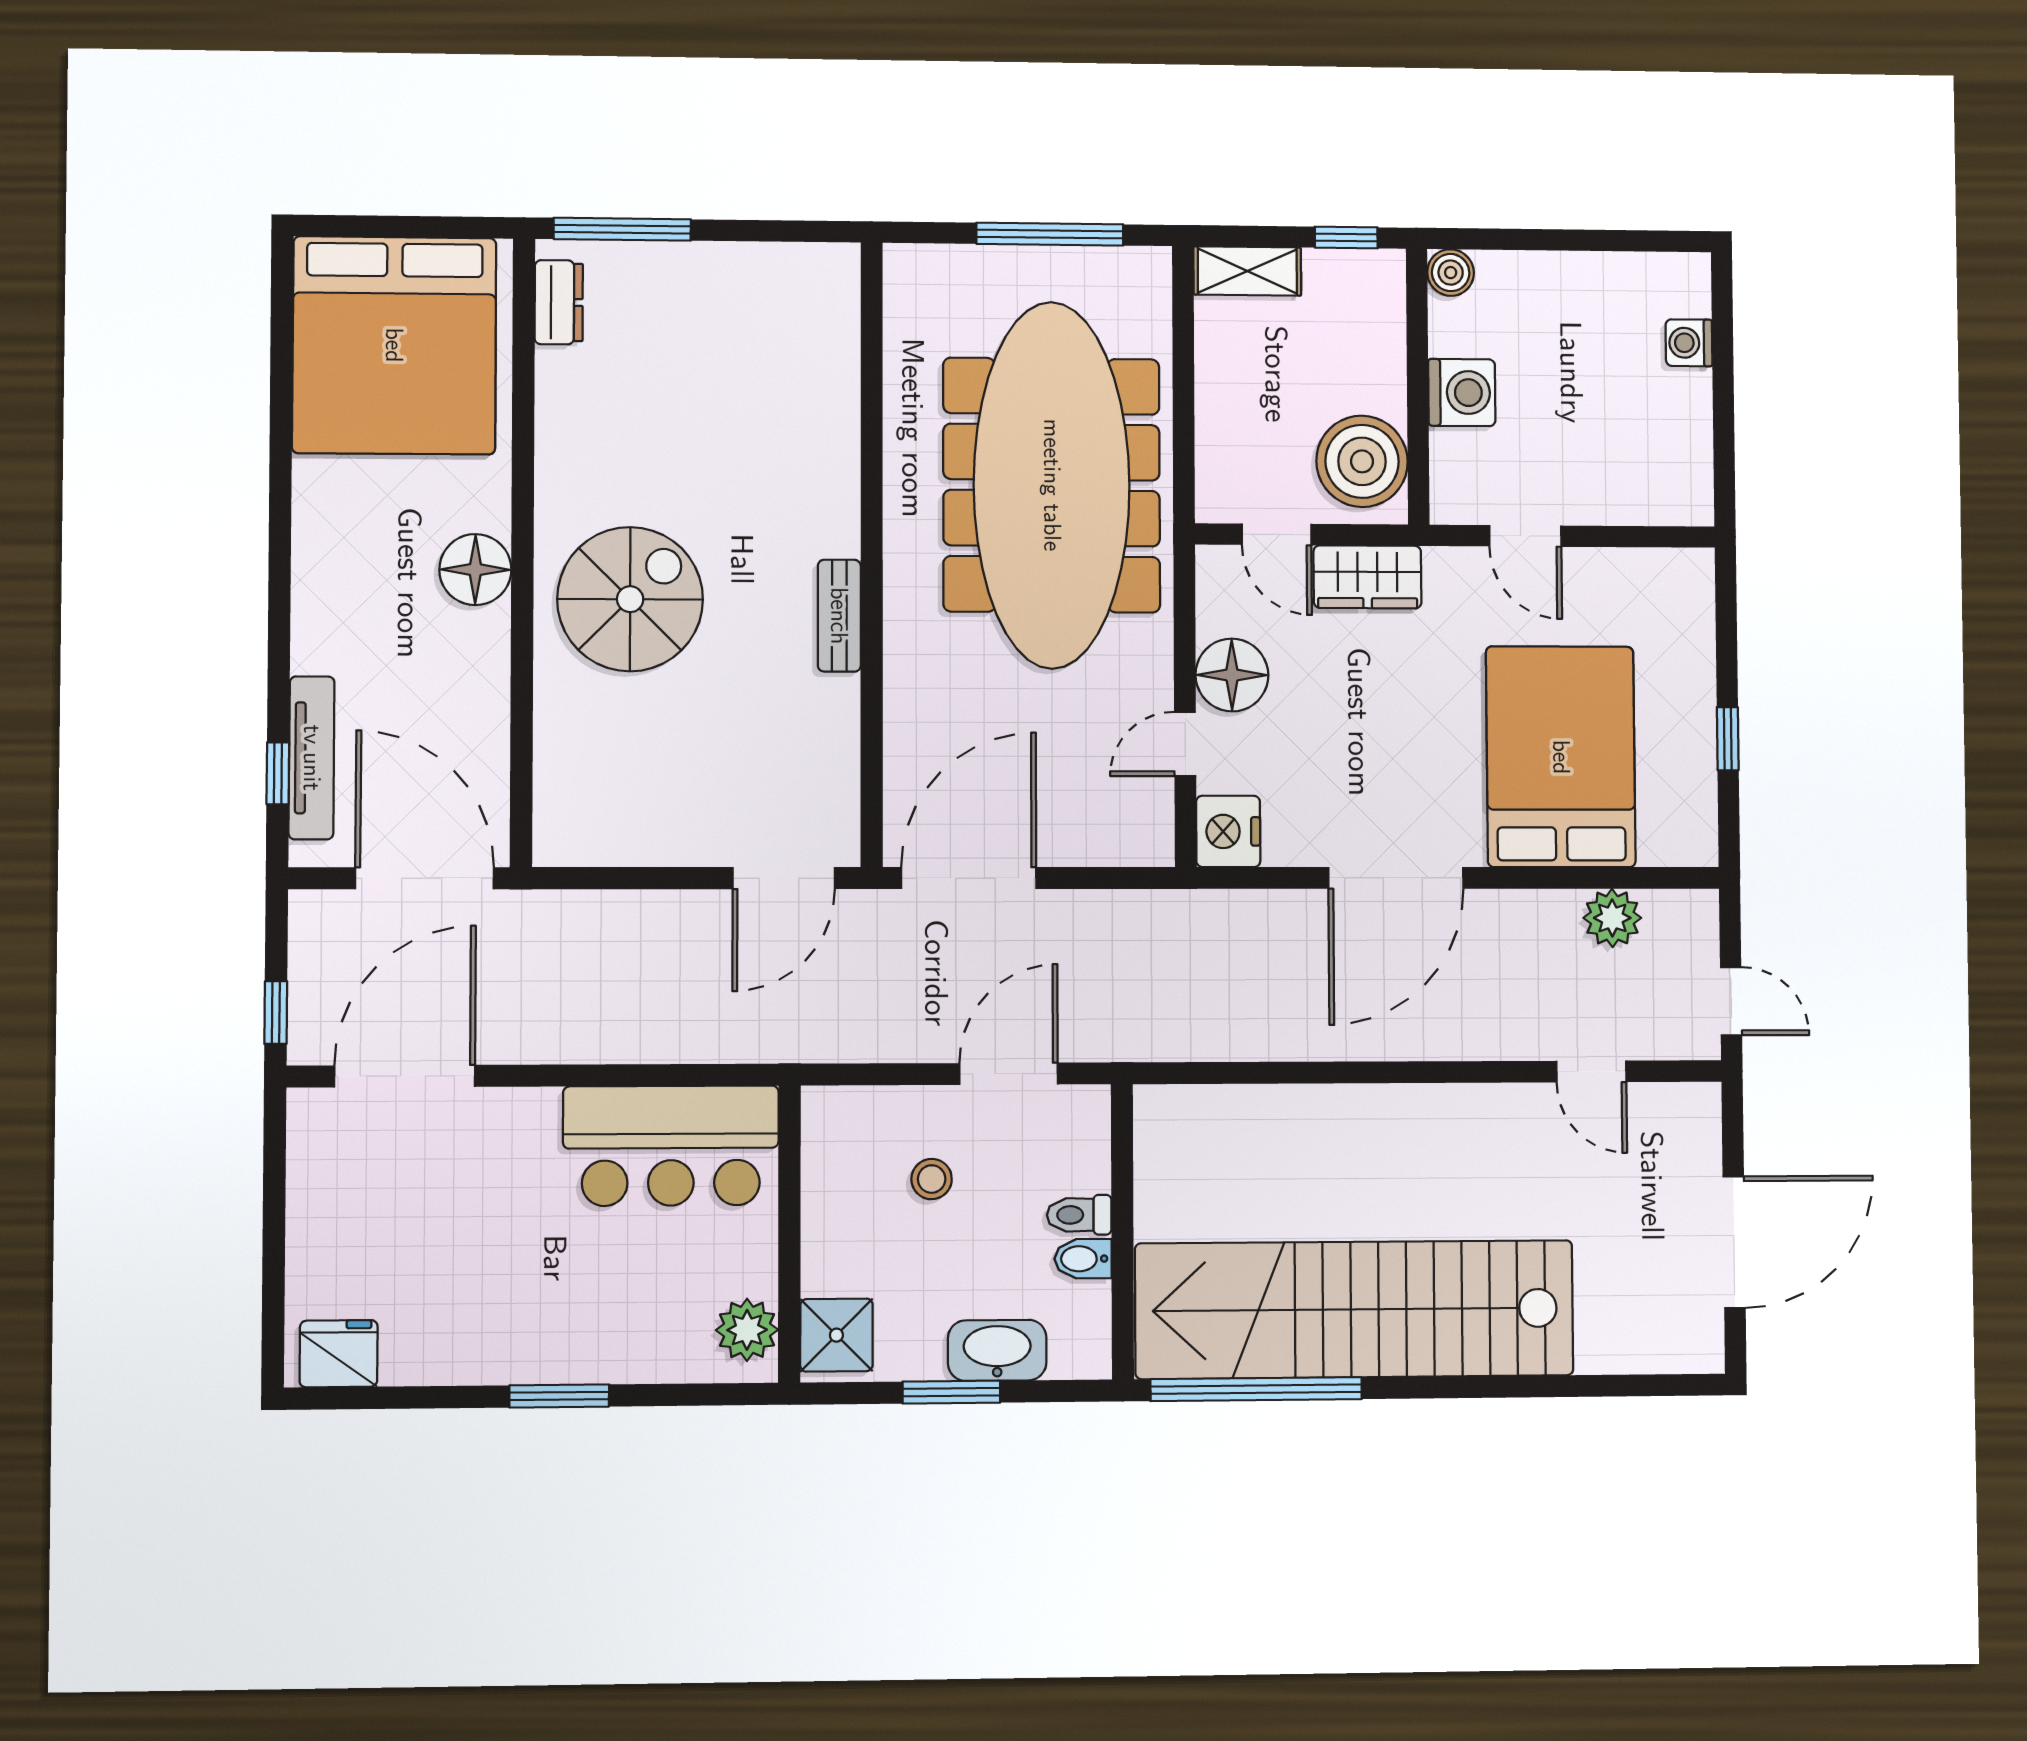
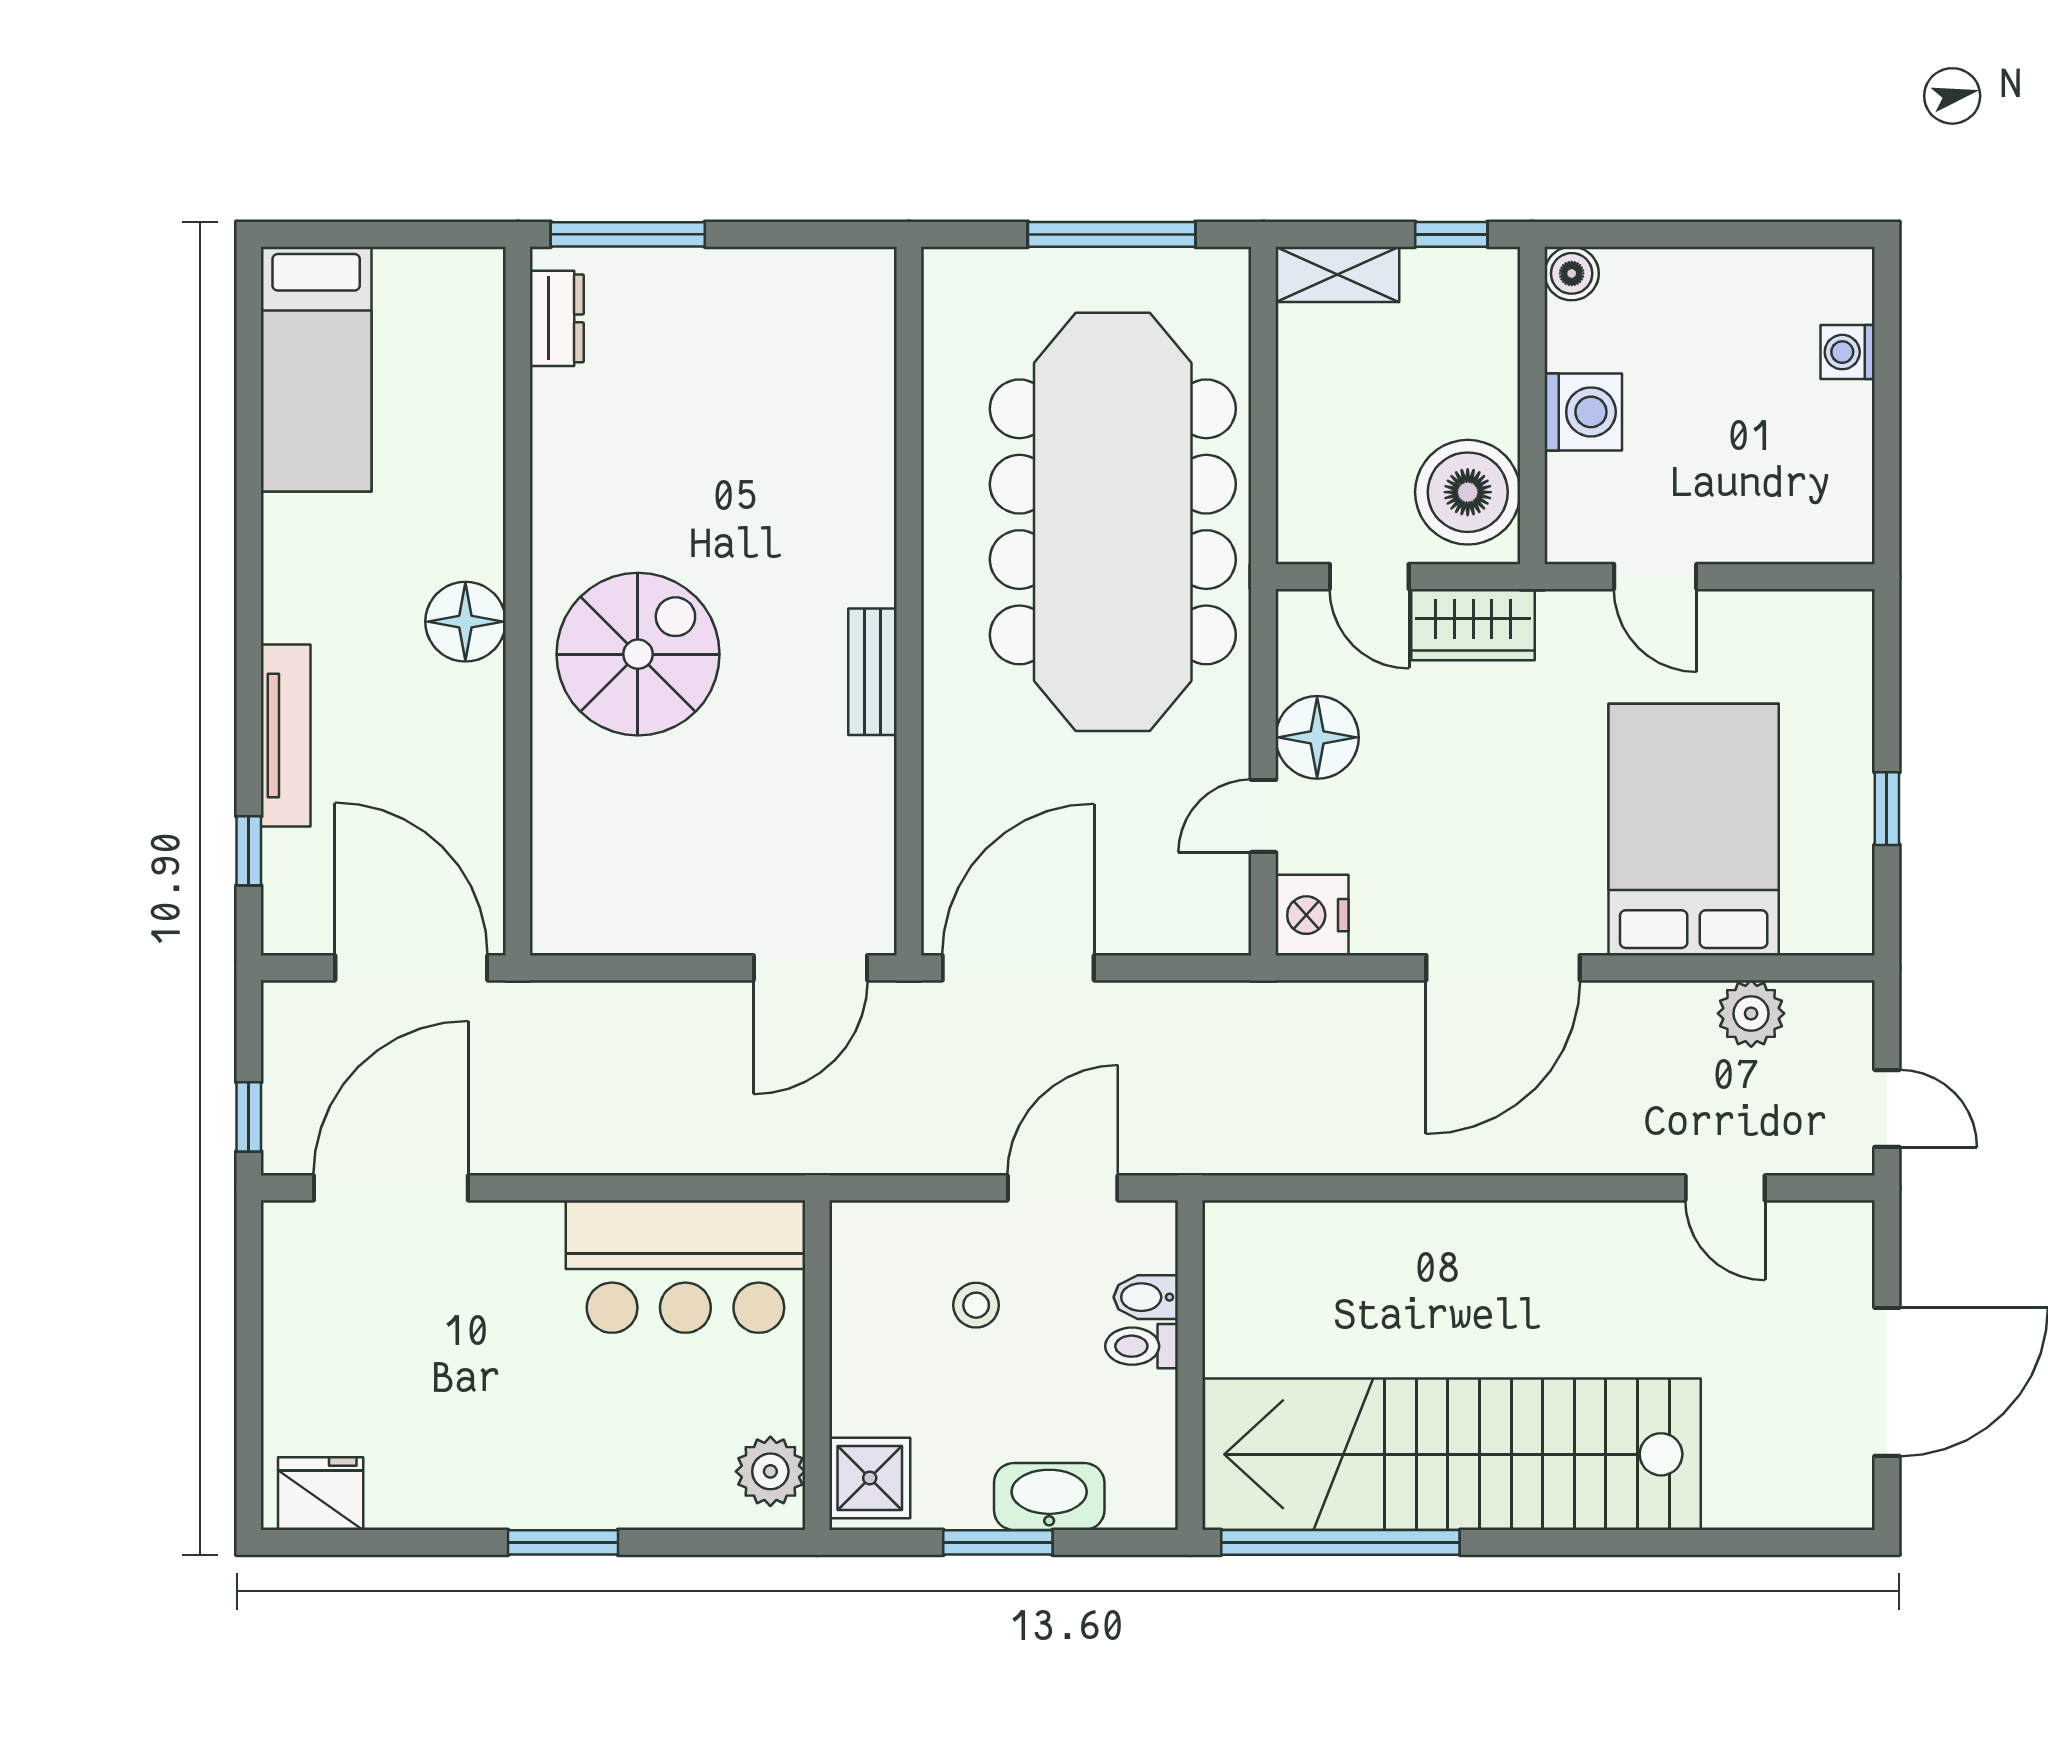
bed: (394, 345) -> (316, 369), width x0.49
tv unit: (312, 758) -> (286, 736), moved
bidet: (1083, 1259) -> (1146, 1297), moved

